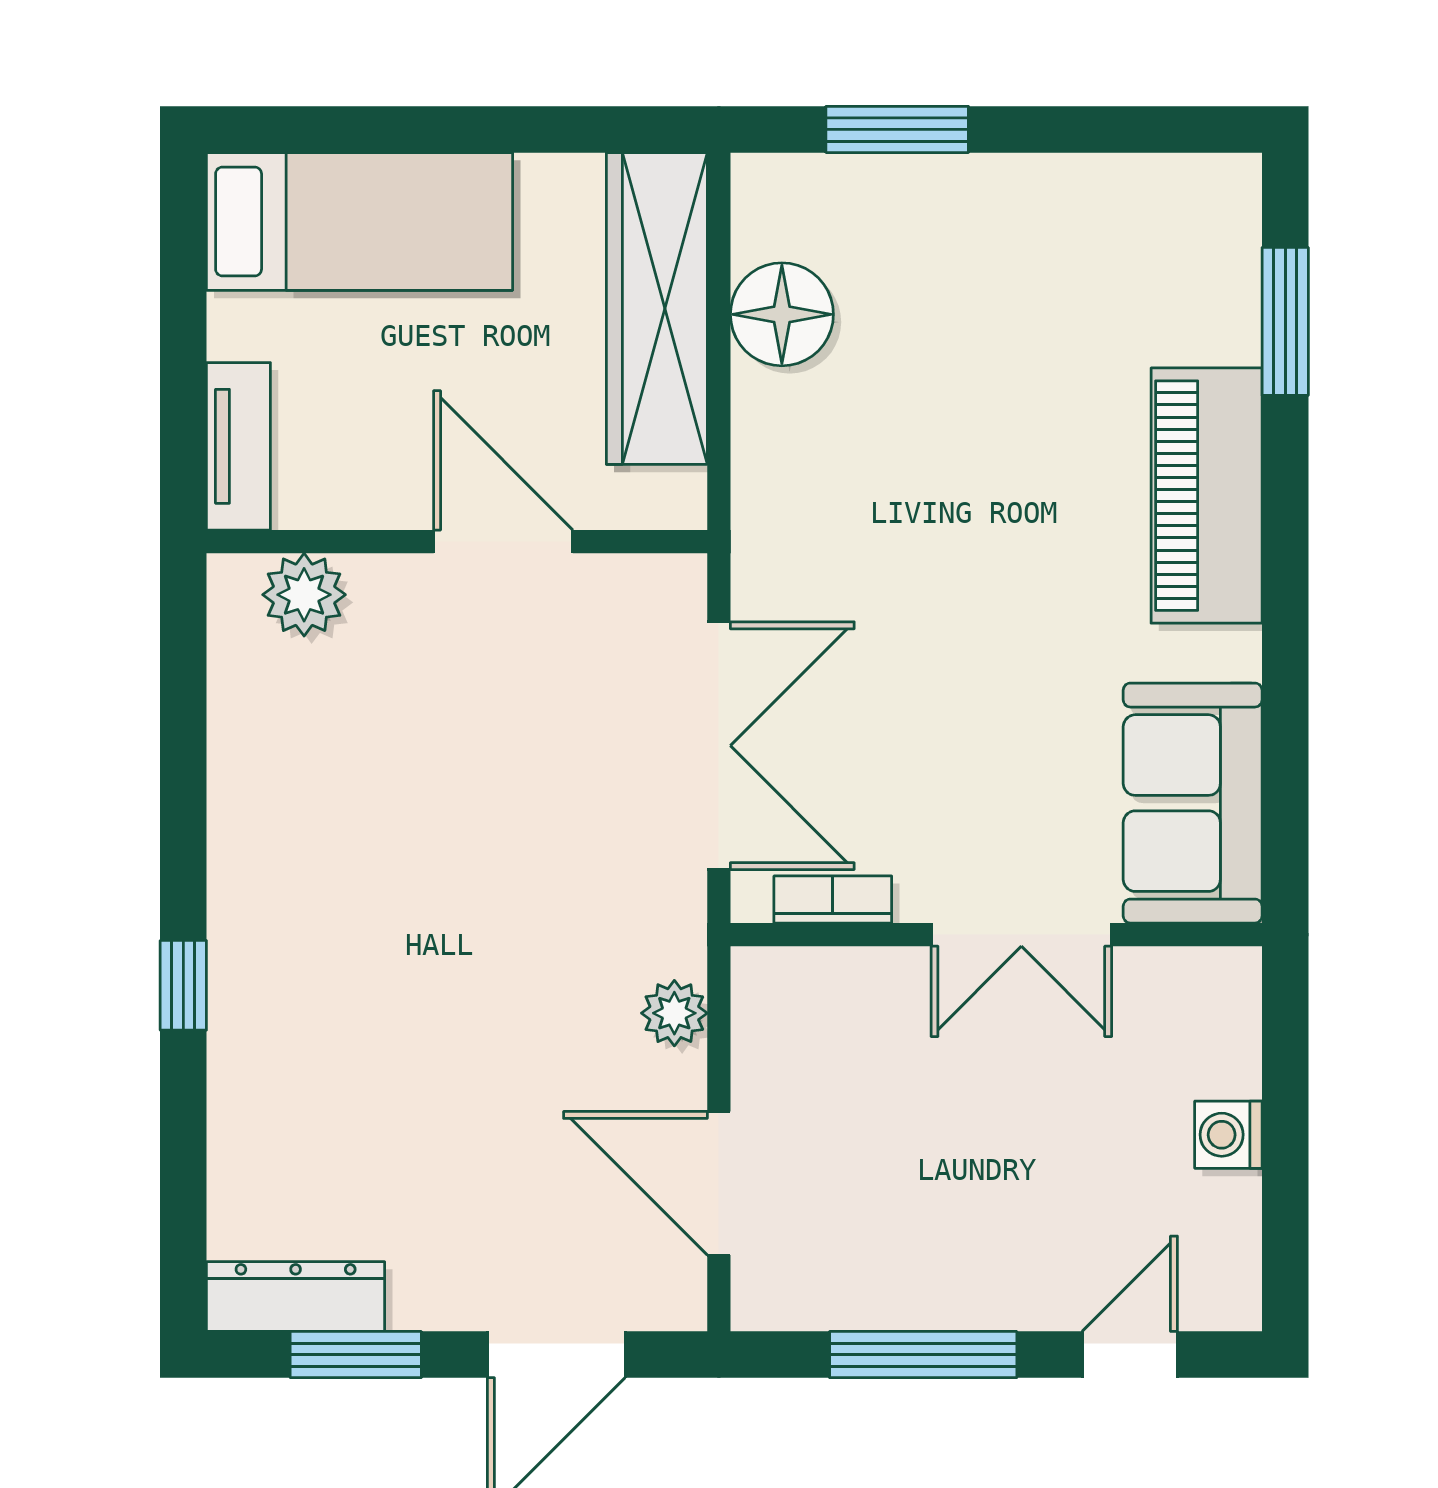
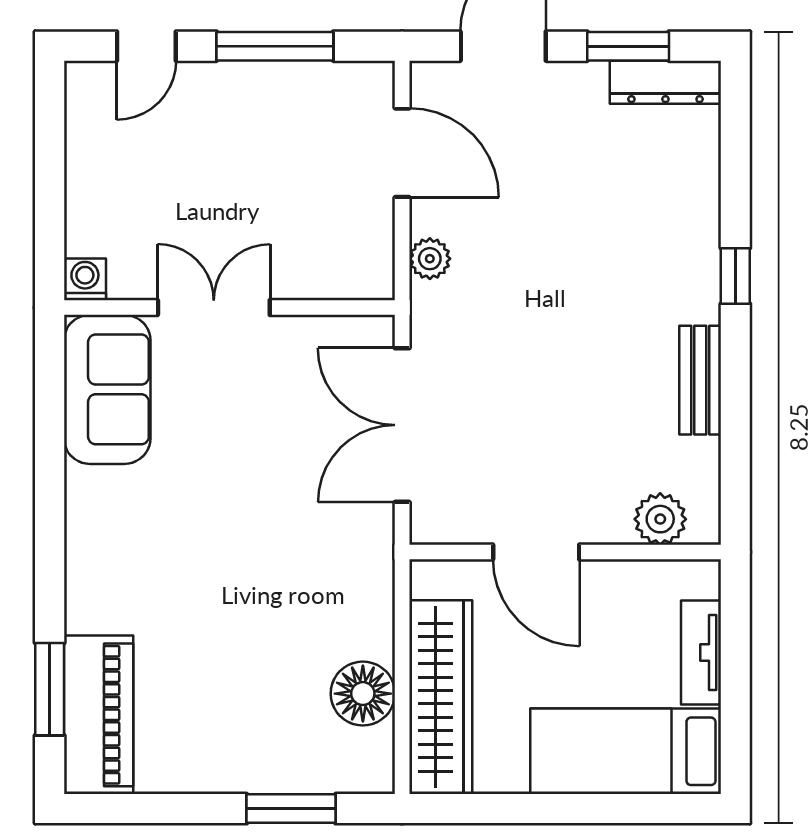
tv unit: (238, 446) -> (701, 652), moved
piano: (1207, 496) -> (99, 715), moved
bench: (240, 818) -> (700, 380), added
bookcase: (833, 900) -> (331, 329), removed
washing machine: (1228, 1135) -> (85, 279), moved, turned -90

